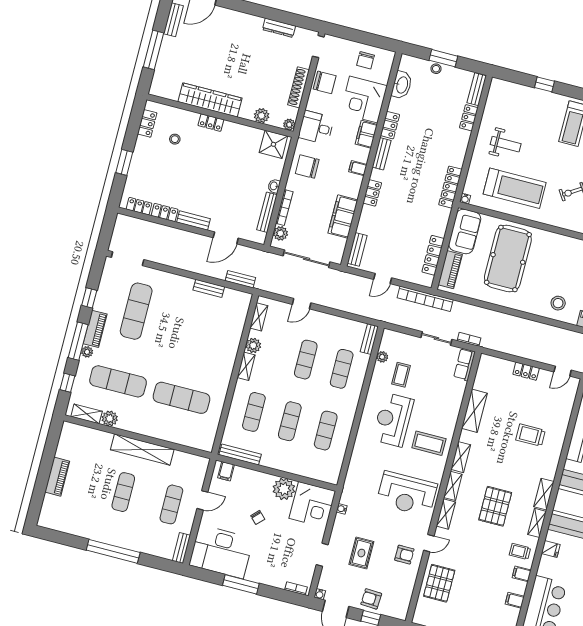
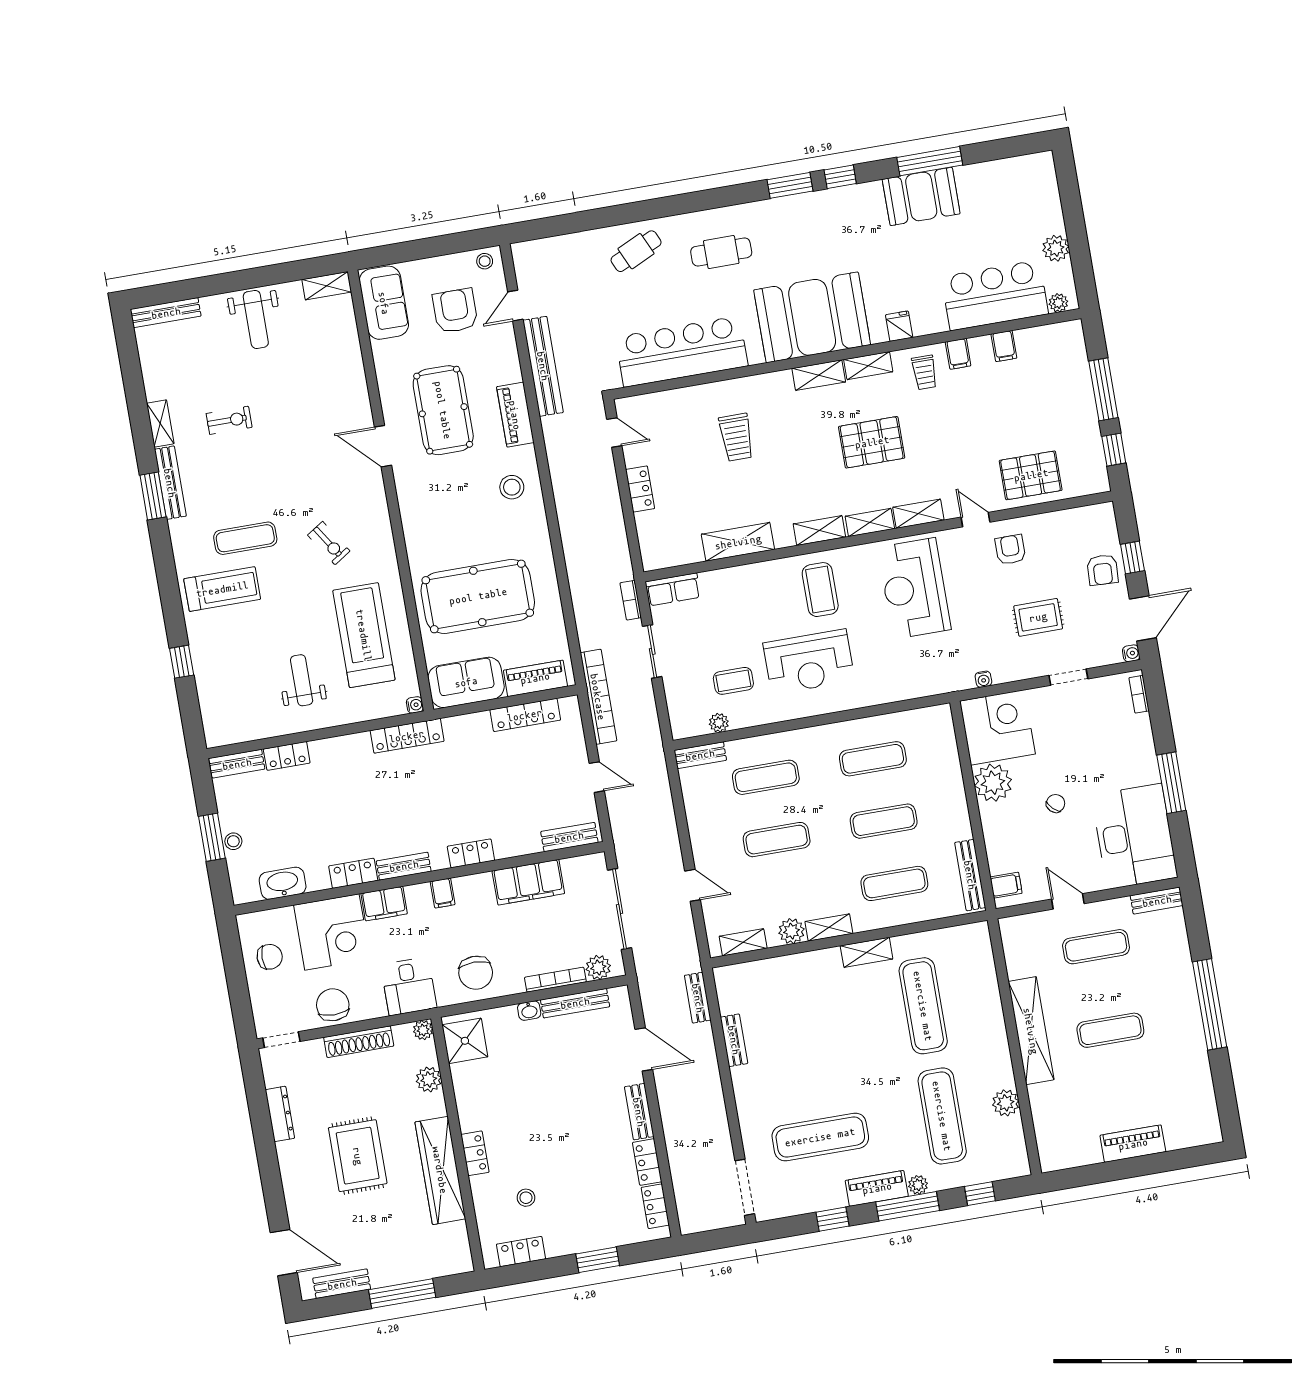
rug: (238, 59) -> (358, 1156), added
shelving: (87, 414) -> (867, 952), moved, turned 90
reception desk: (407, 494) -> (914, 588), turned 180

